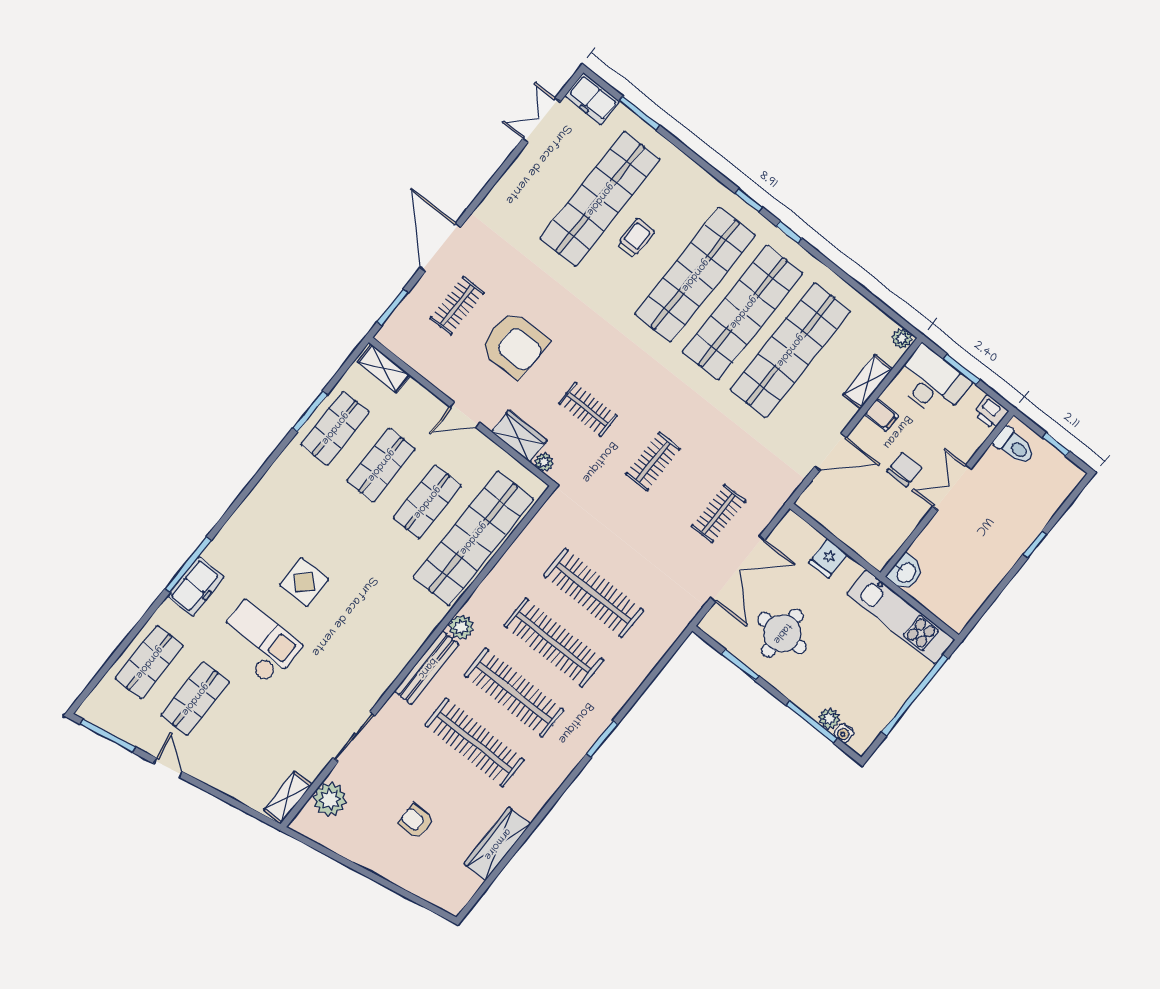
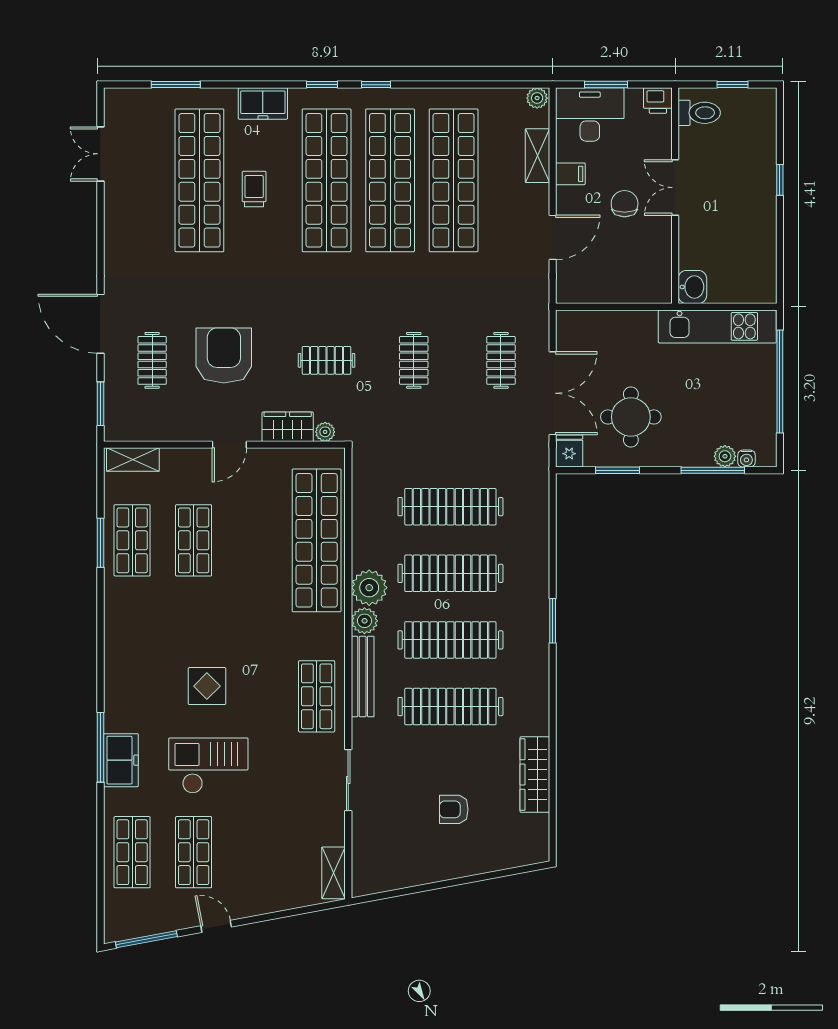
freezer: (592, 99) -> (263, 103), moved
armchair: (514, 345) -> (224, 355), turned -90
shop shelf: (427, 502) -> (317, 696), moved
fridge: (828, 558) -> (569, 451), moved, turned 180
plant: (330, 800) -> (369, 588), moved

